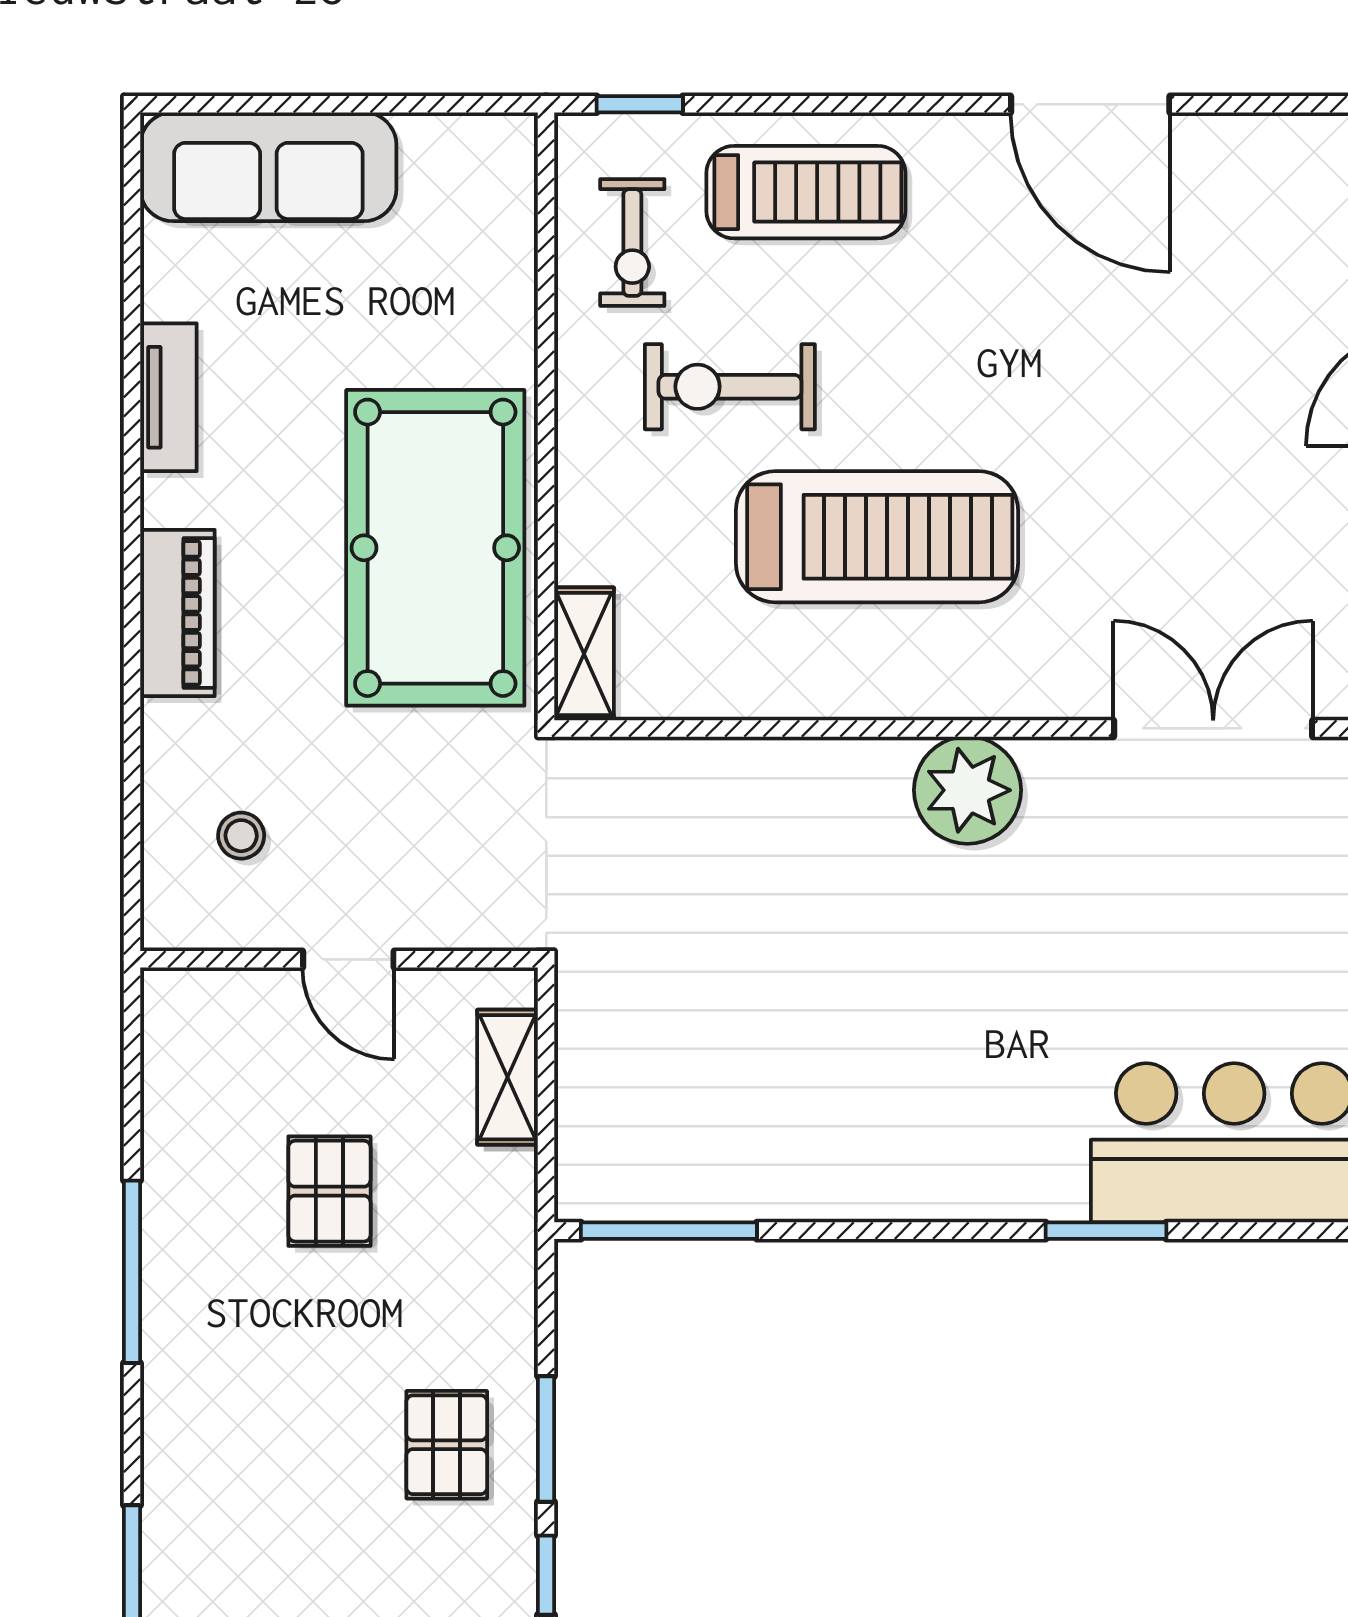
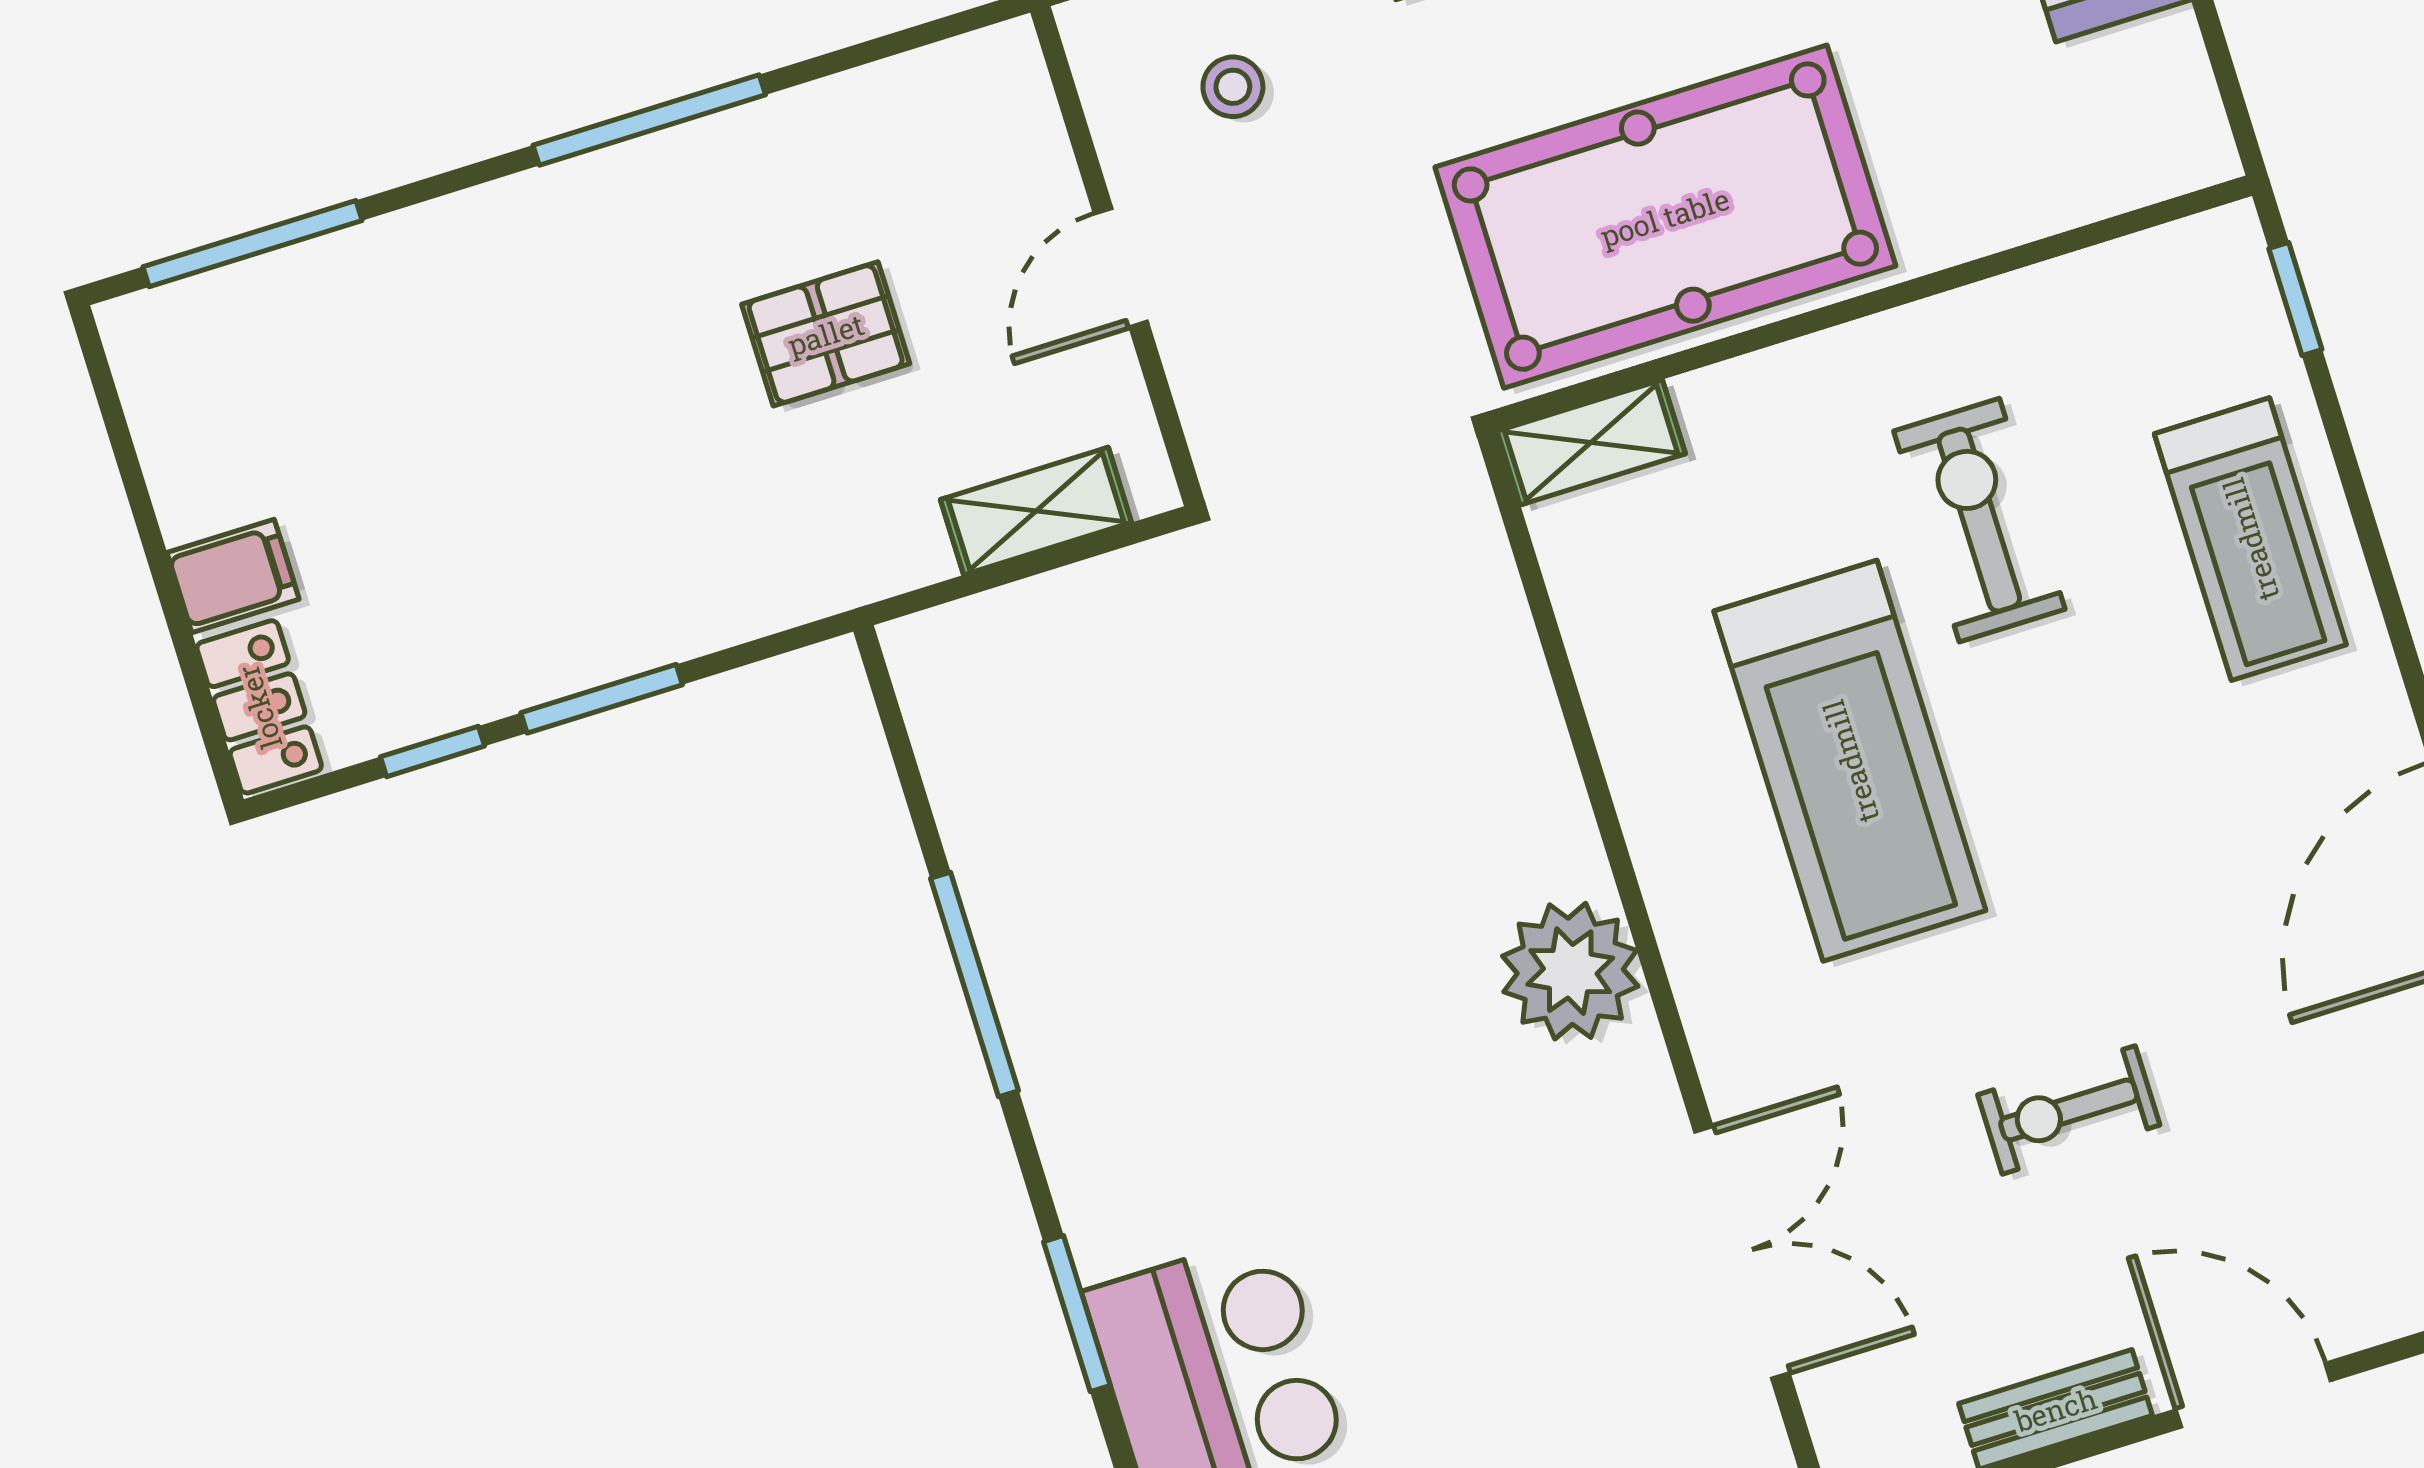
exercise bike: (632, 243) -> (2069, 1110), moved
window: (669, 1231) -> (974, 985), moved
pallet: (447, 1445) -> (556, 578), removed

